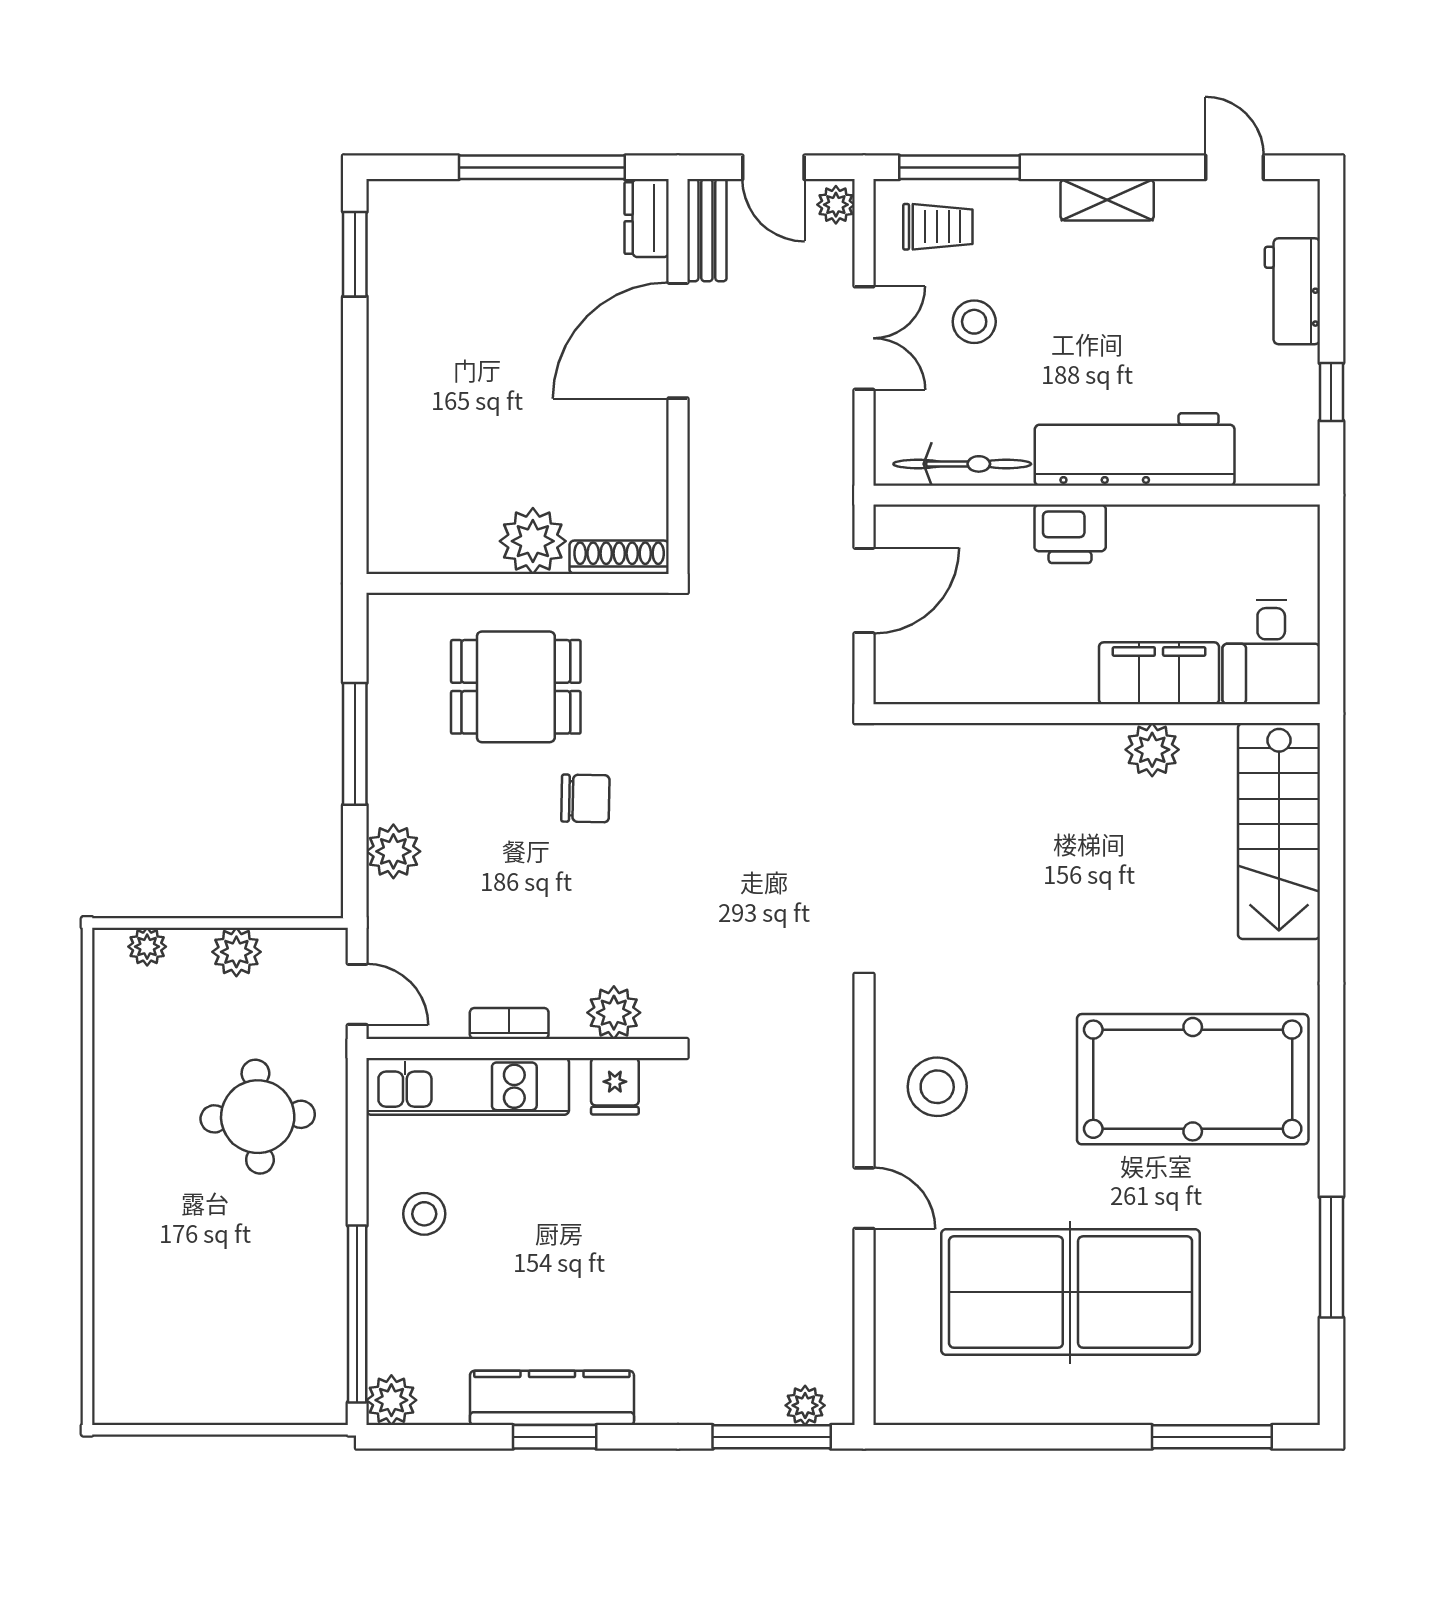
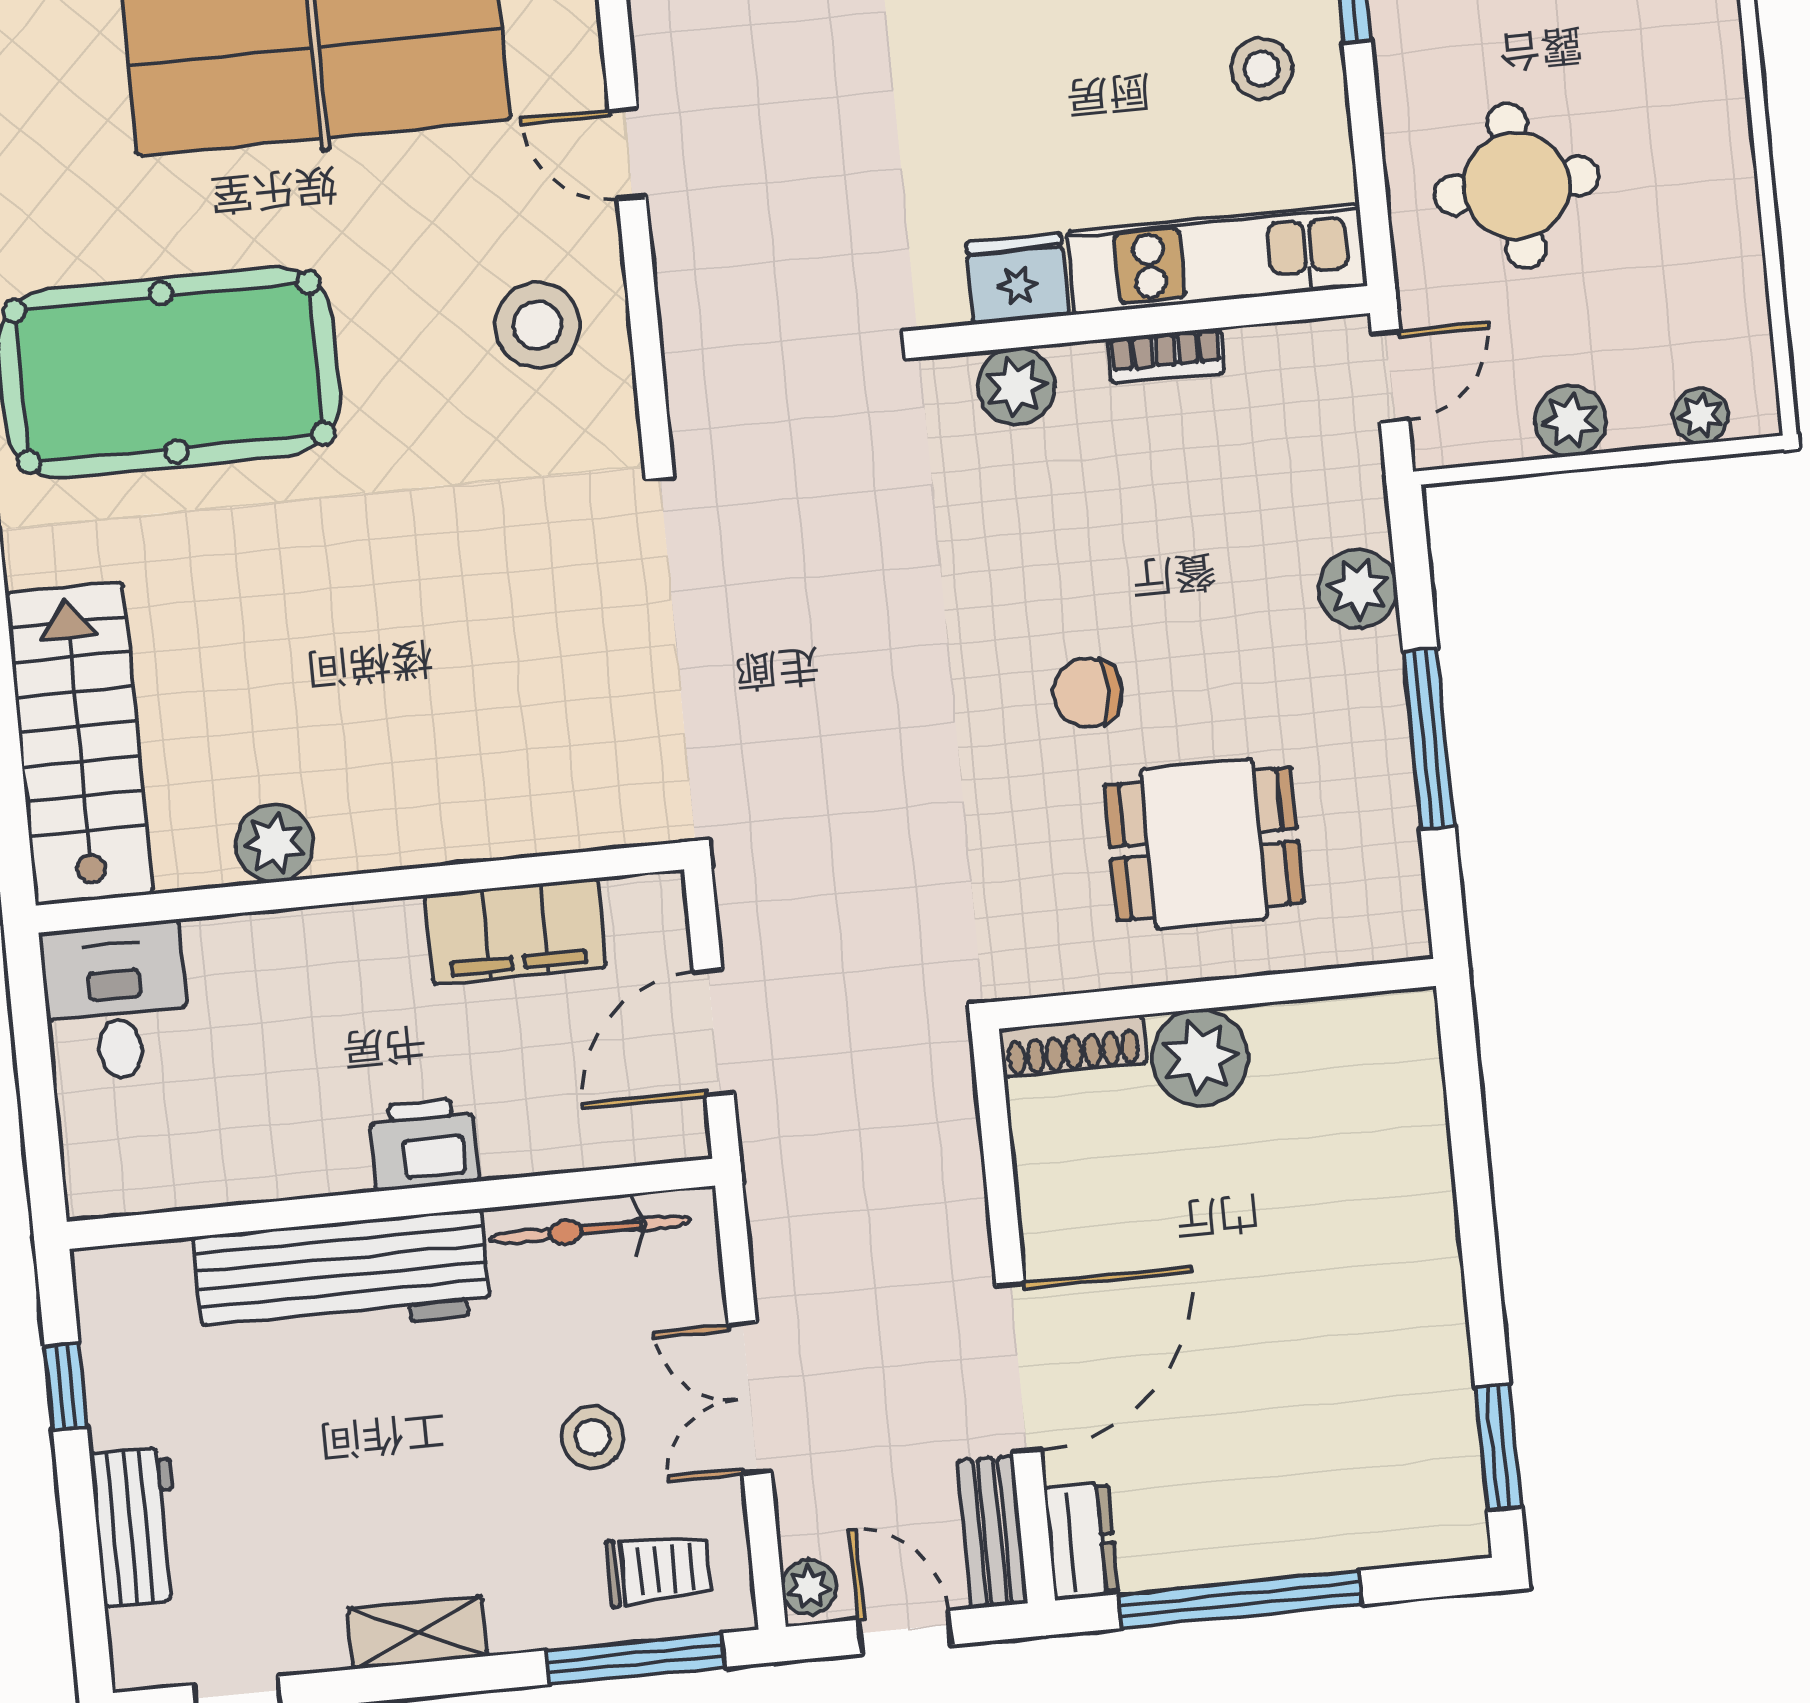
trolley: (938, 227) -> (659, 1570), turned 180
filing cabinet: (1159, 673) -> (515, 931), moved
door: (357, 994) -> (1390, 376), swing flipped
fridge: (615, 1086) -> (1017, 279), width x1.38

